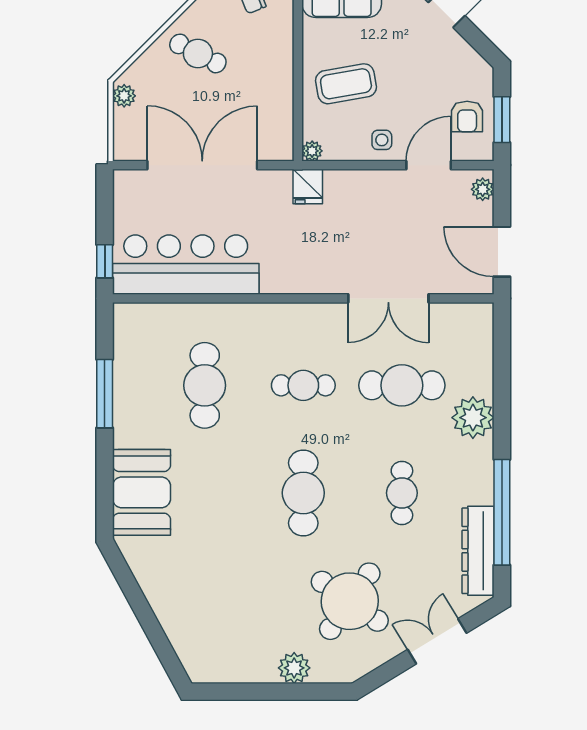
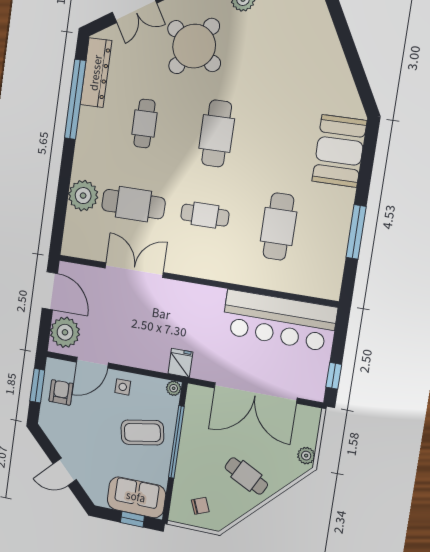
window: (298, 80) -> (176, 442), added
plant: (483, 189) -> (65, 332), width x1.87, depth x1.87
window: (105, 261) -> (334, 376), moved
plant: (473, 418) -> (83, 196), moved

